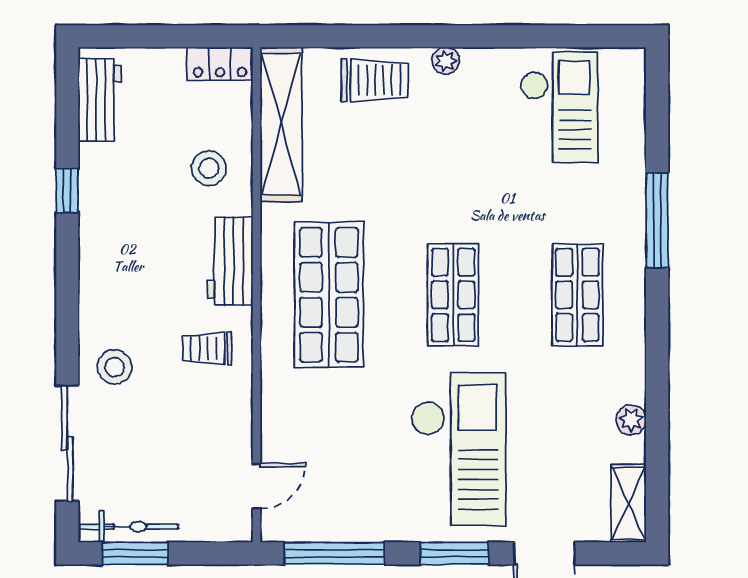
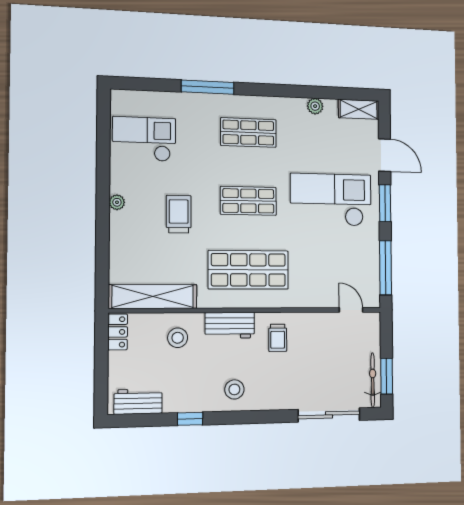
trolley: (375, 80) -> (179, 214), moved
stool: (115, 367) -> (234, 389), moved

